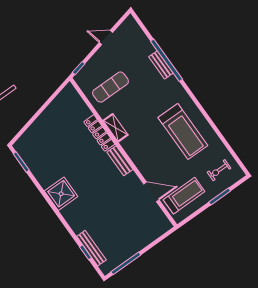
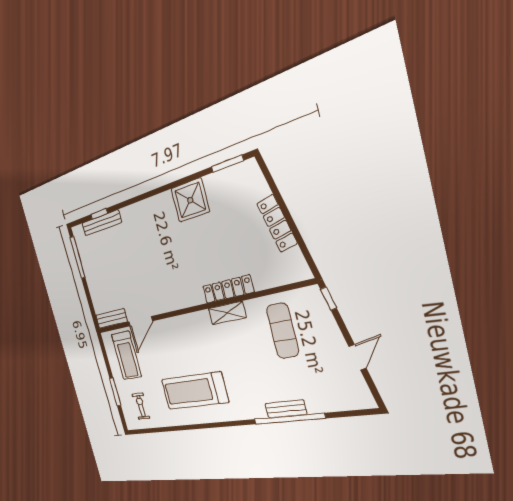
locker: (46, 116) -> (277, 223), added
bench: (120, 161) -> (111, 318), moved
shower: (61, 194) -> (190, 200), moved

